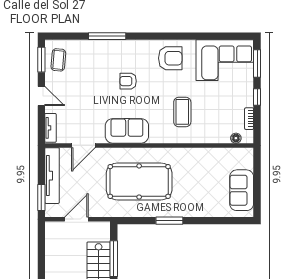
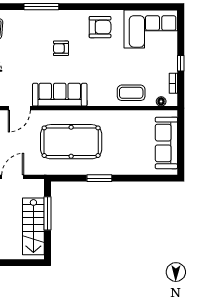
window: (257, 64) -> (181, 32), removed
coffee table: (182, 112) -> (131, 93), moved, turned 90
sofa: (127, 131) -> (60, 95), width x1.36
sofa: (242, 190) -> (166, 143), width x1.36

